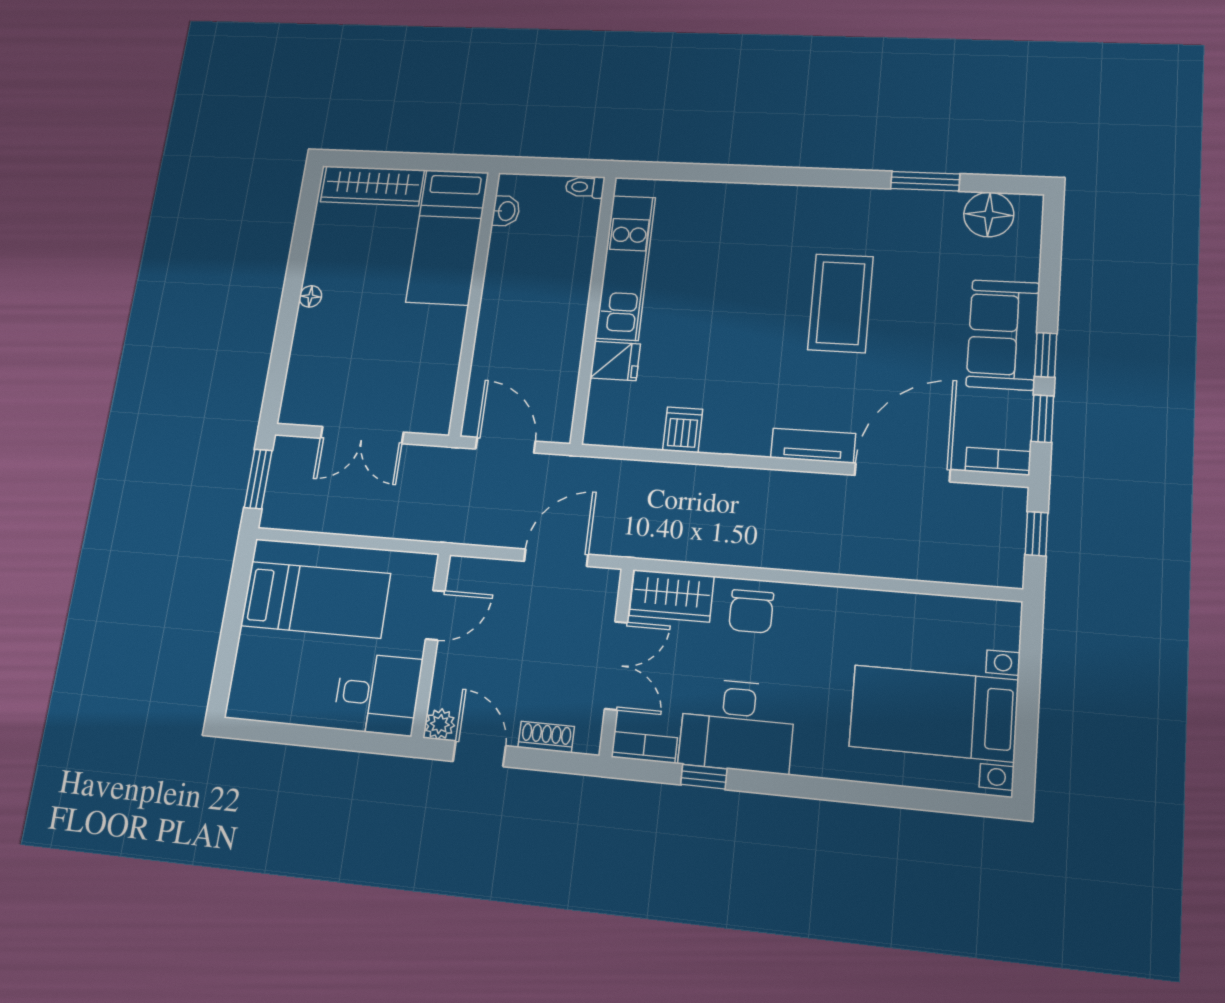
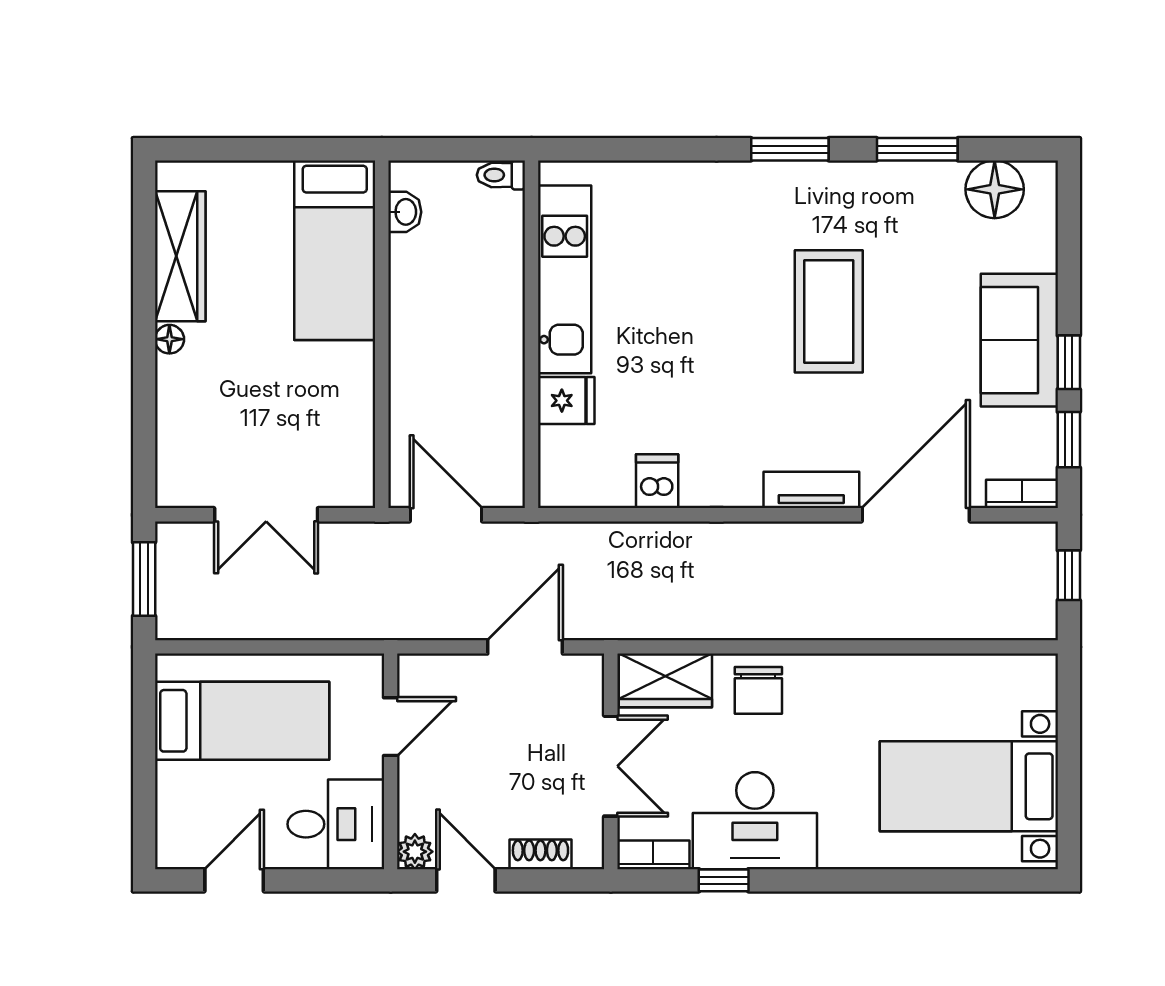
window: (819, 177) -> (790, 149), added
wardrobe: (372, 186) -> (180, 256), moved, turned -90
door: (286, 734) -> (234, 880), added

